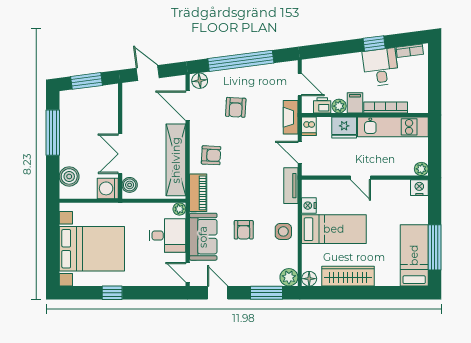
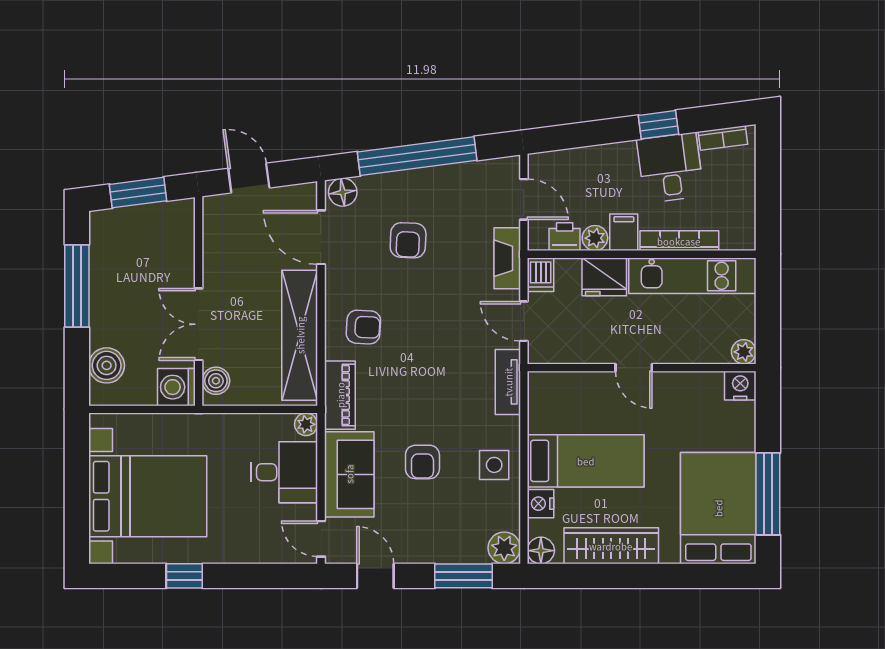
nightstand: (309, 206) -> (540, 504), moved
bed: (414, 255) -> (718, 508), width x1.50

